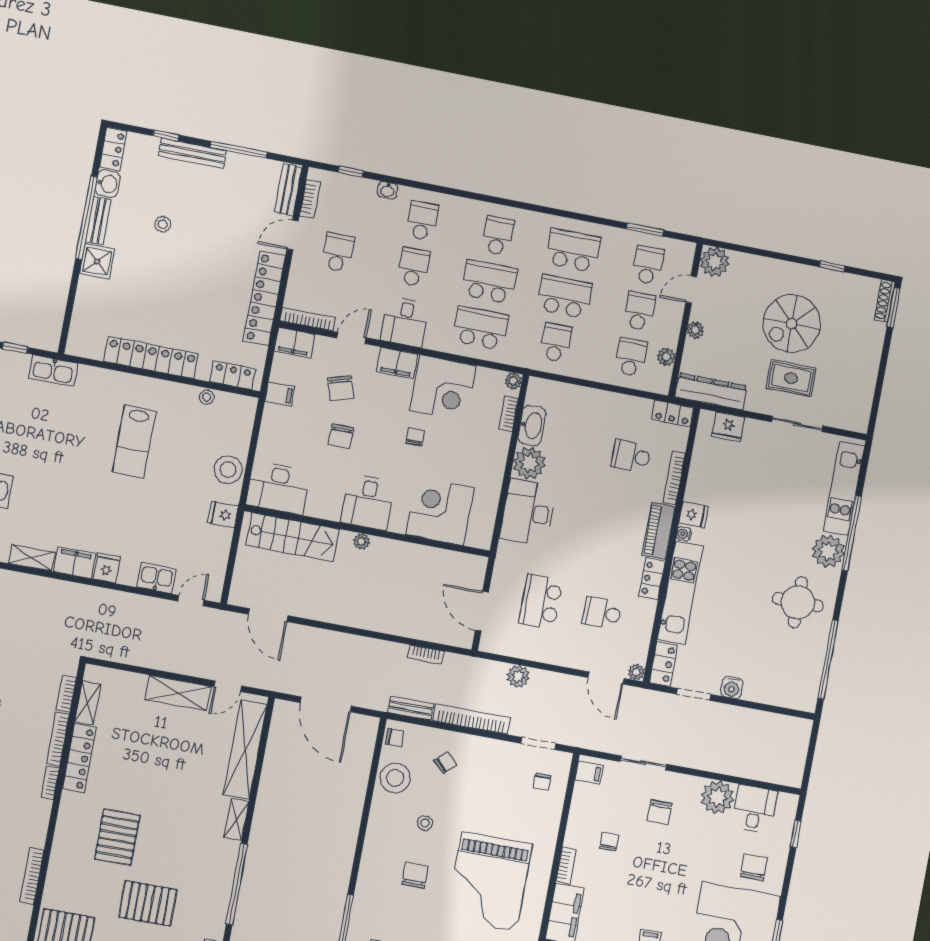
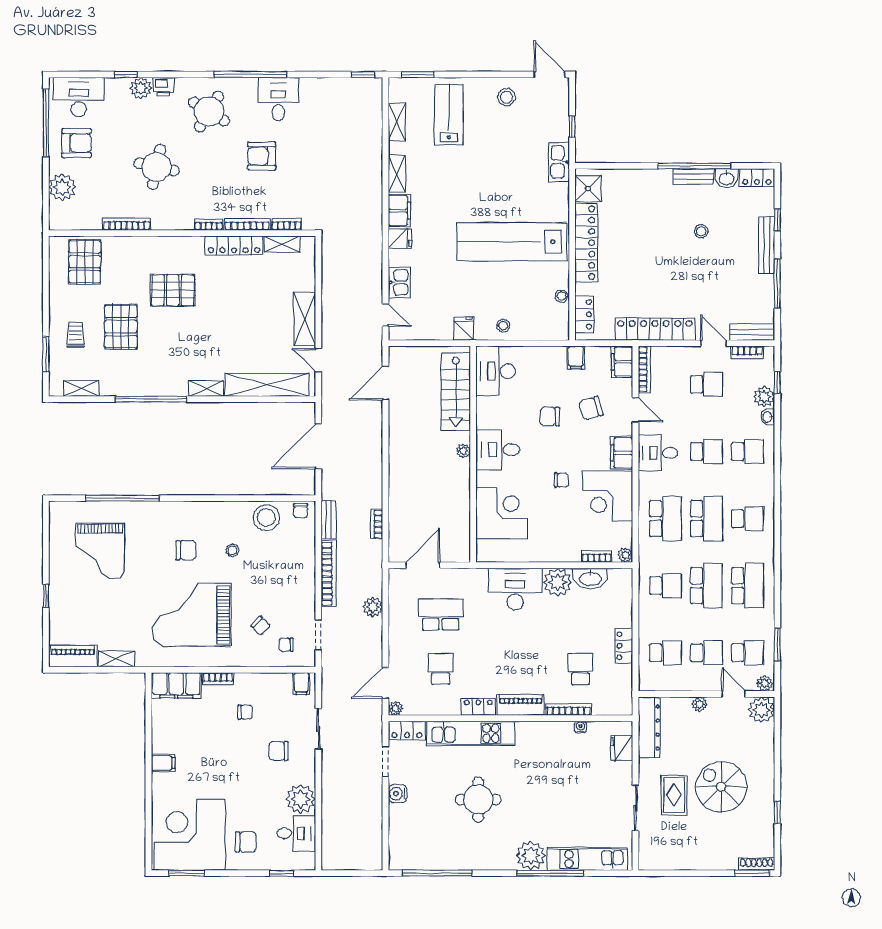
plant: (364, 190) -> (764, 397), added
shower: (97, 262) -> (588, 189), moved
plant: (666, 357) -> (765, 683), moved
locker: (673, 413) -> (624, 646), moved
lab bench: (134, 441) -> (512, 242), width x1.86, depth x1.39
stool: (228, 470) -> (503, 326), width x0.53, depth x0.53
fridge: (694, 515) -> (540, 733), removed
water cooler: (684, 534) -> (580, 727), moved
round table: (798, 602) -> (478, 800), moved
chair: (445, 762) -> (261, 626), moved

